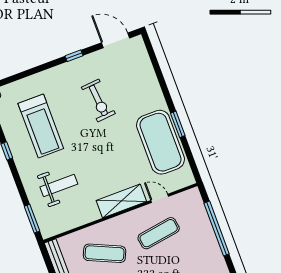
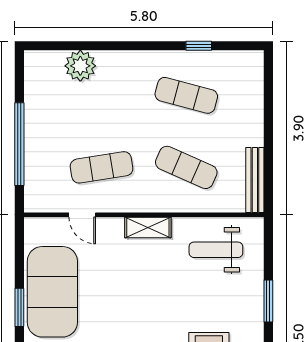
weight bench: (59, 186) -> (216, 250), moved
shelving: (121, 201) -> (148, 227), width x0.67, depth x0.75
window: (32, 219) -> (268, 301), moved

